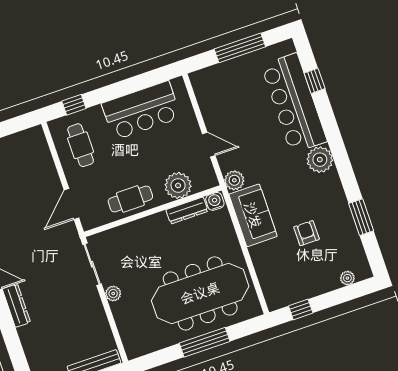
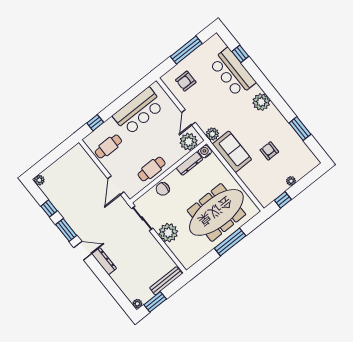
armchair: (223, 92) -> (186, 81), added
bar counter: (294, 103) -> (232, 72), width x0.73
cafe table: (81, 145) -> (108, 146), turned 90
door: (209, 145) -> (188, 117), swing flipped
plant: (178, 185) -> (189, 142), moved
chair: (136, 233) -> (163, 189), added
plant: (347, 278) -> (291, 181), moved
plant: (113, 293) -> (168, 233), width x1.87, depth x1.87

